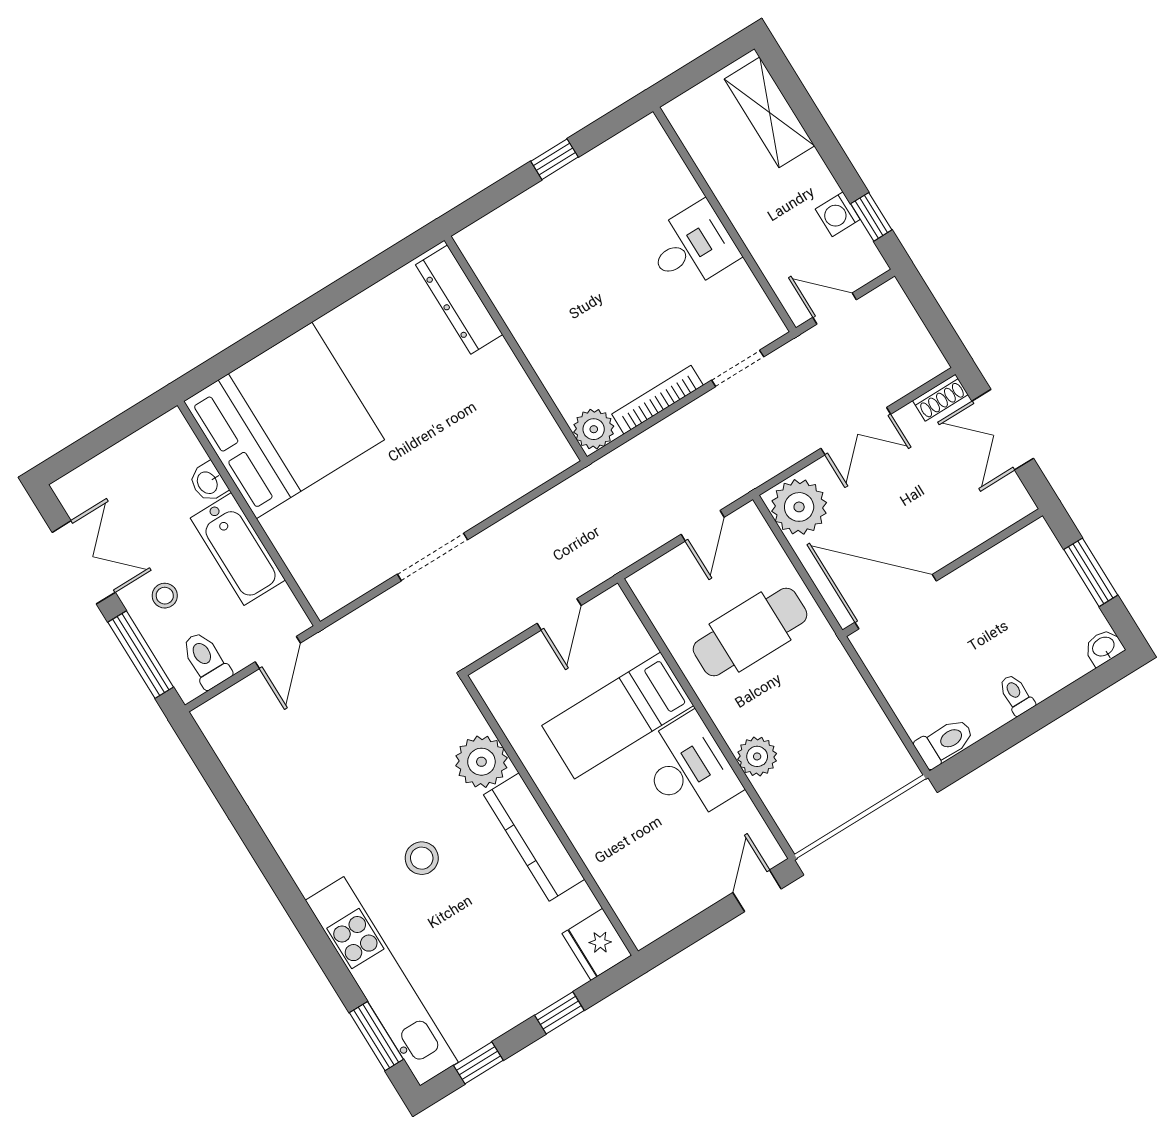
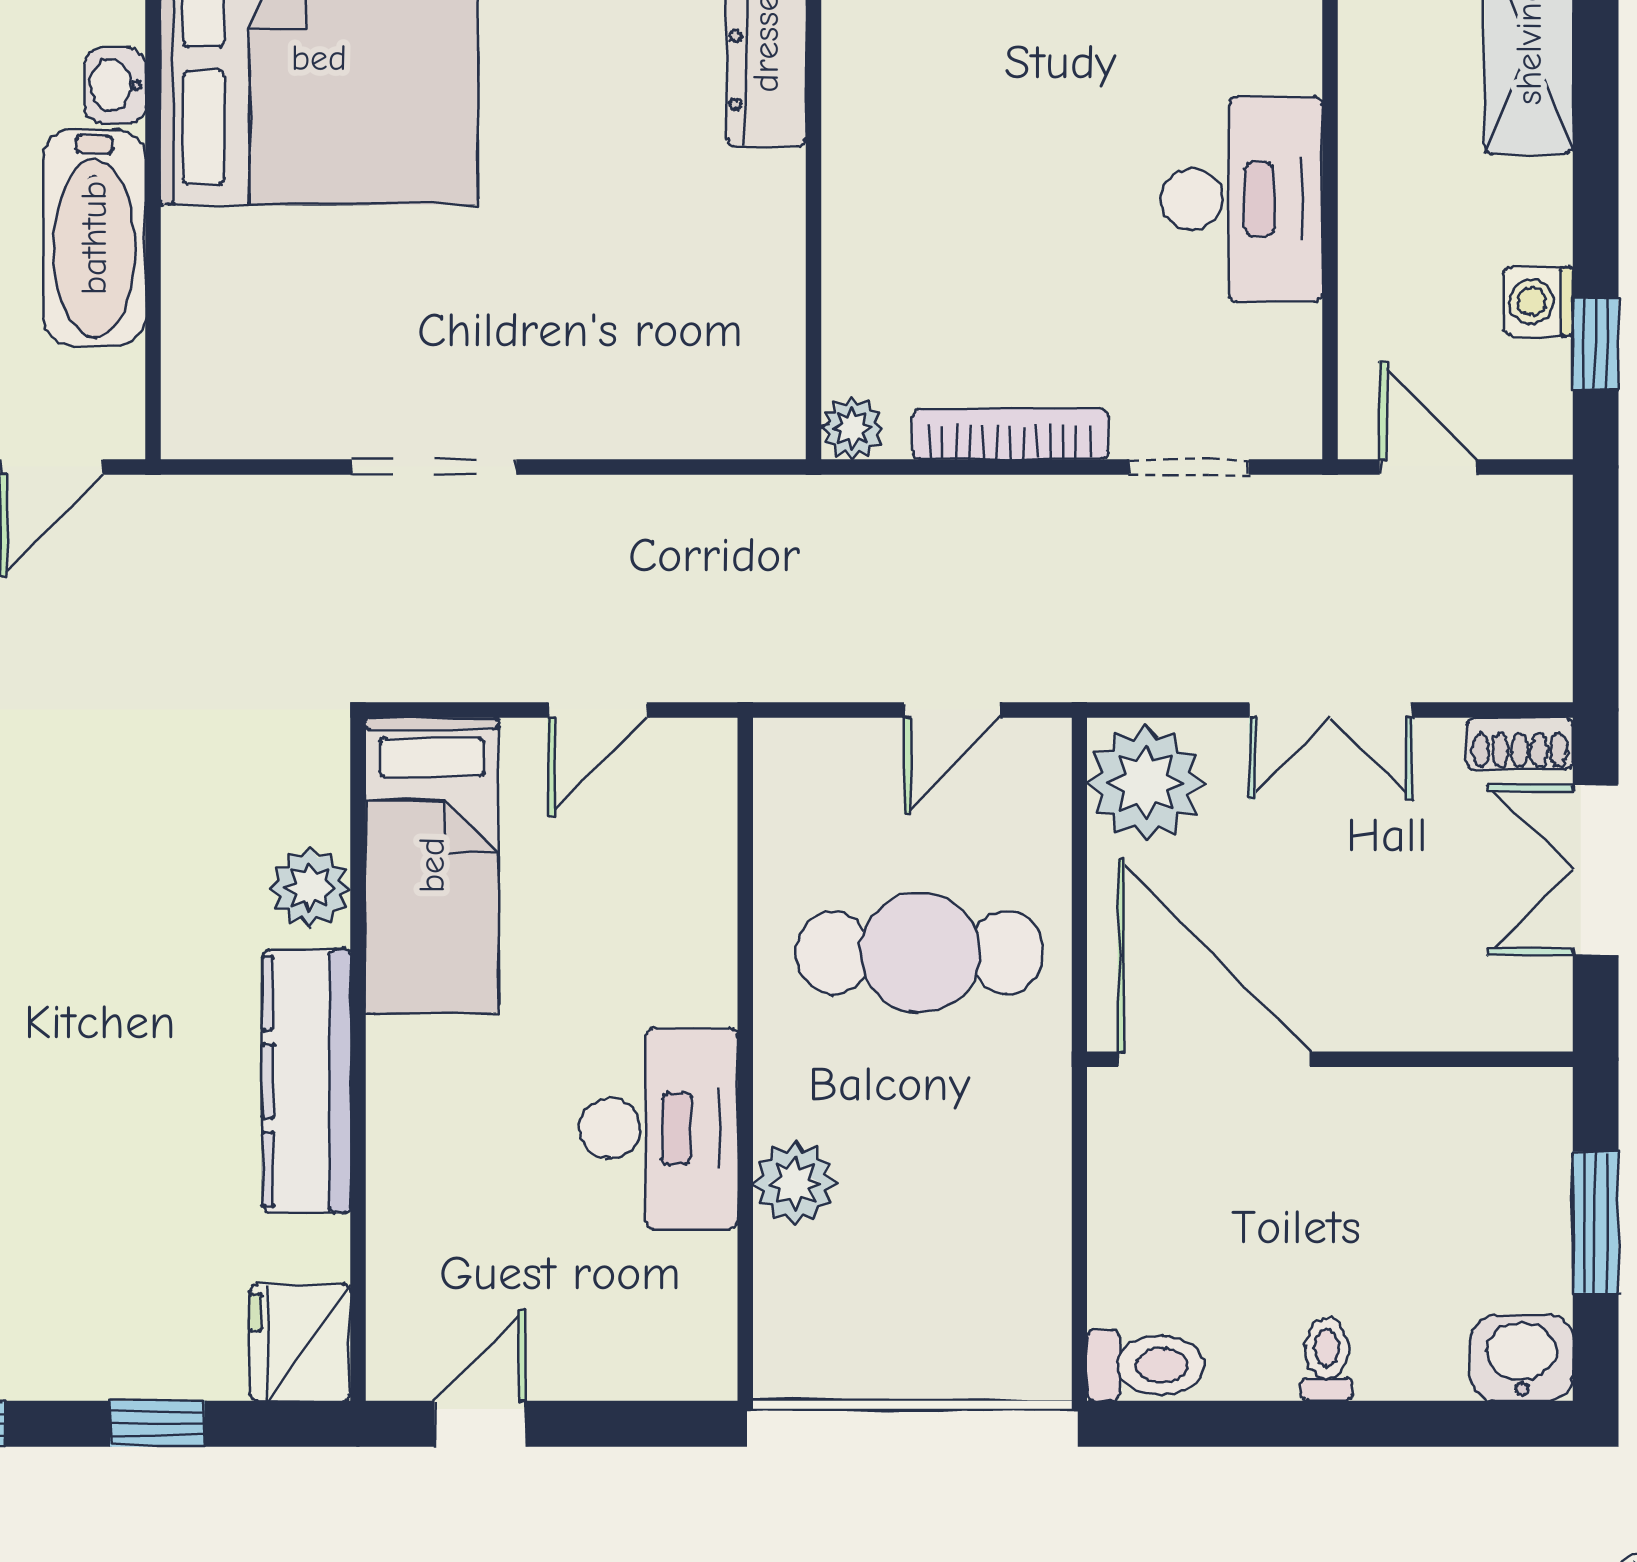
desk: (692, 247) -> (1242, 199), width x1.37
plant: (594, 429) -> (852, 428), width x0.73, depth x0.73
washbasin: (1104, 647) -> (1522, 1358), width x1.38, depth x1.45
bed: (618, 716) -> (432, 865), moved, turned -90
plant: (481, 762) -> (310, 888), width x0.73, depth x0.73
stool: (422, 858) -> (82, 994), removed
door: (757, 891) -> (480, 1424), moved

